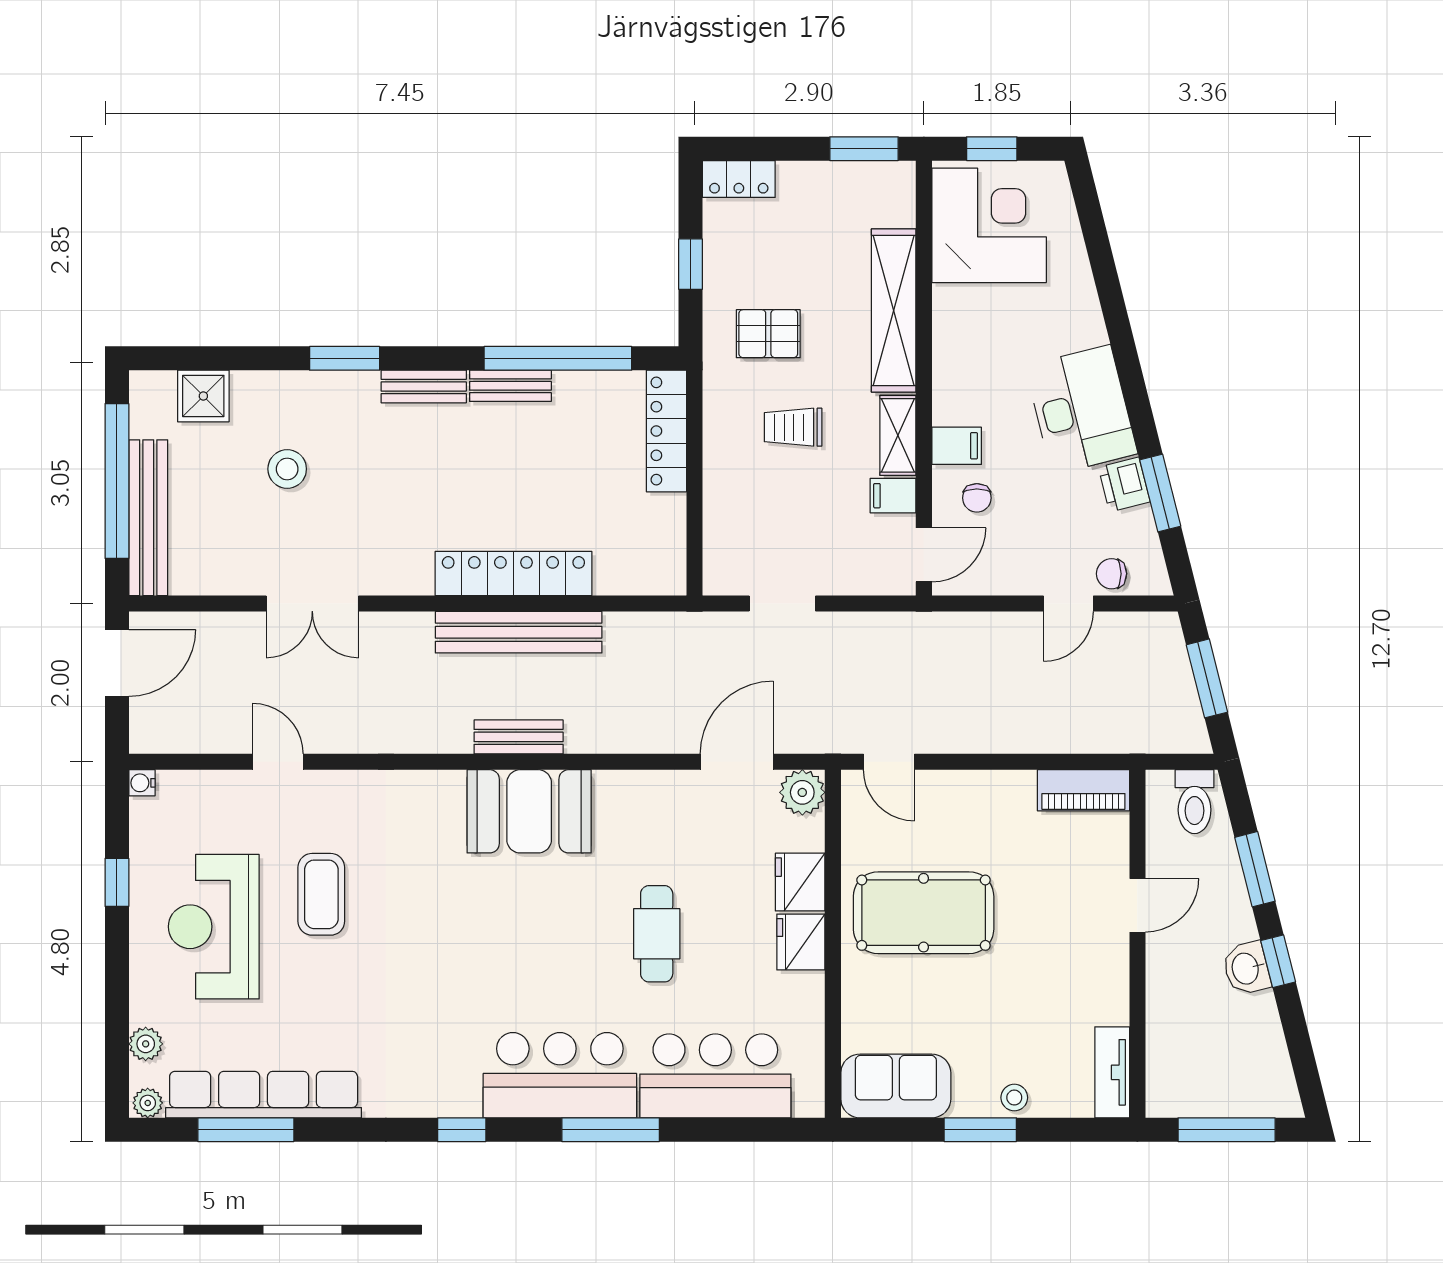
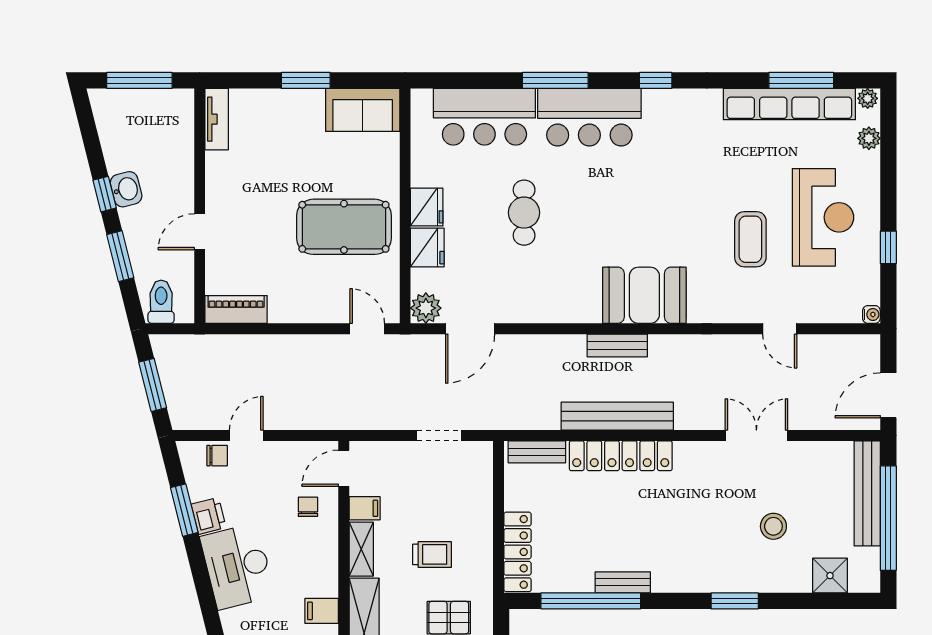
bench: (424, 387) -> (537, 452), moved
filing cabinet: (957, 446) -> (322, 611), moved
booth: (529, 811) -> (644, 295), moved
stool: (1014, 1098) -> (283, 102), removed

